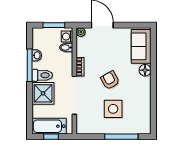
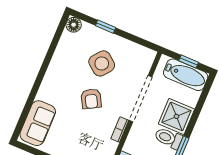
floor lamp: (145, 70) -> (74, 25), moved
side table: (113, 109) -> (102, 63), turned 38
window: (121, 137) -> (106, 27), width x0.46

